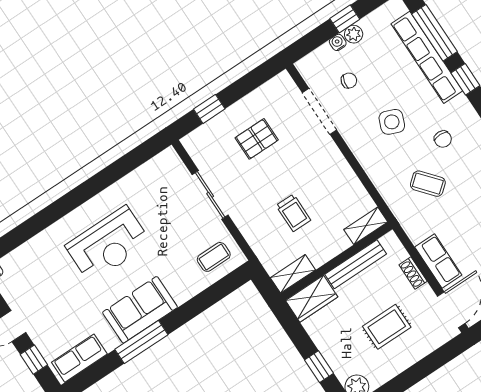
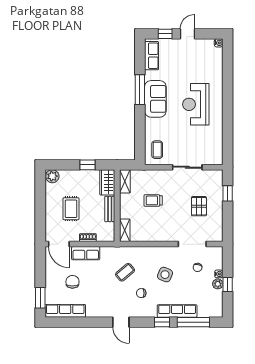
row of seats: (427, 57) -> (177, 311), width x0.73
bench: (356, 264) -> (110, 209), width x0.73
window: (319, 367) -> (87, 165), moved

